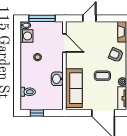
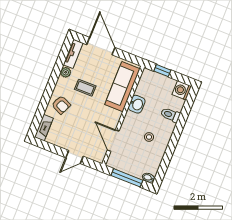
washing machine: (26, 36) -> (182, 90), moved
toilet: (28, 92) -> (170, 115), moved
window: (37, 113) -> (162, 71), moved

